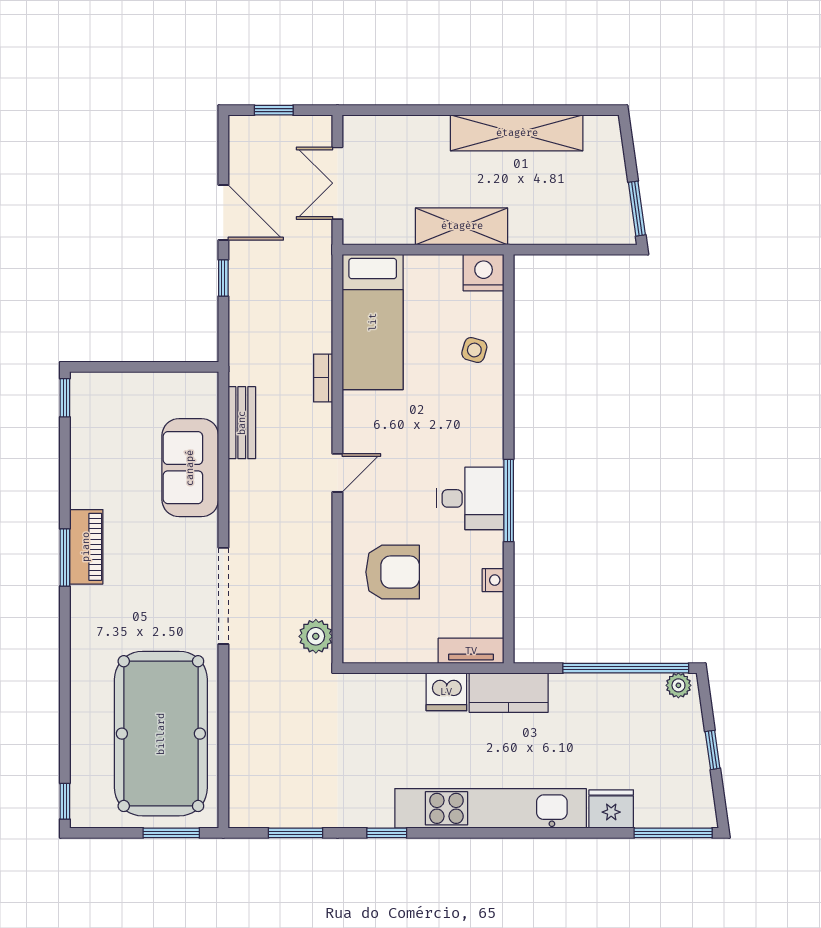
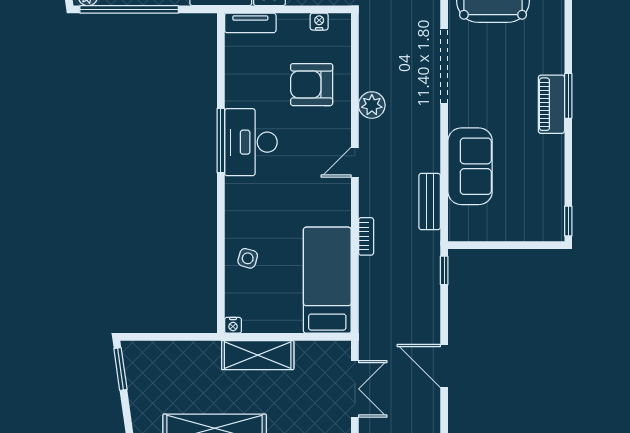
nightstand: (484, 273) -> (233, 325), width x0.53, depth x0.56
window: (223, 278) -> (444, 270), moved
desk: (470, 498) -> (251, 142), width x1.37
nightstand: (493, 580) -> (319, 22), moved, turned 90
plant: (316, 636) -> (372, 105), moved

